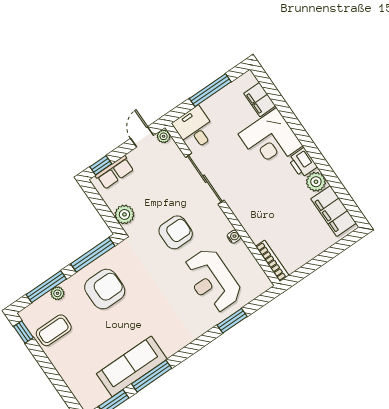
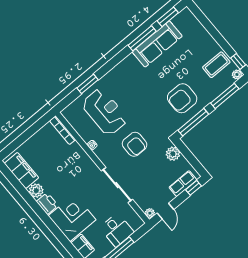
desk: (195, 129) -> (117, 230), moved
armchair: (176, 232) -> (135, 144), turned -90
plant: (57, 293) -> (237, 75), moved

